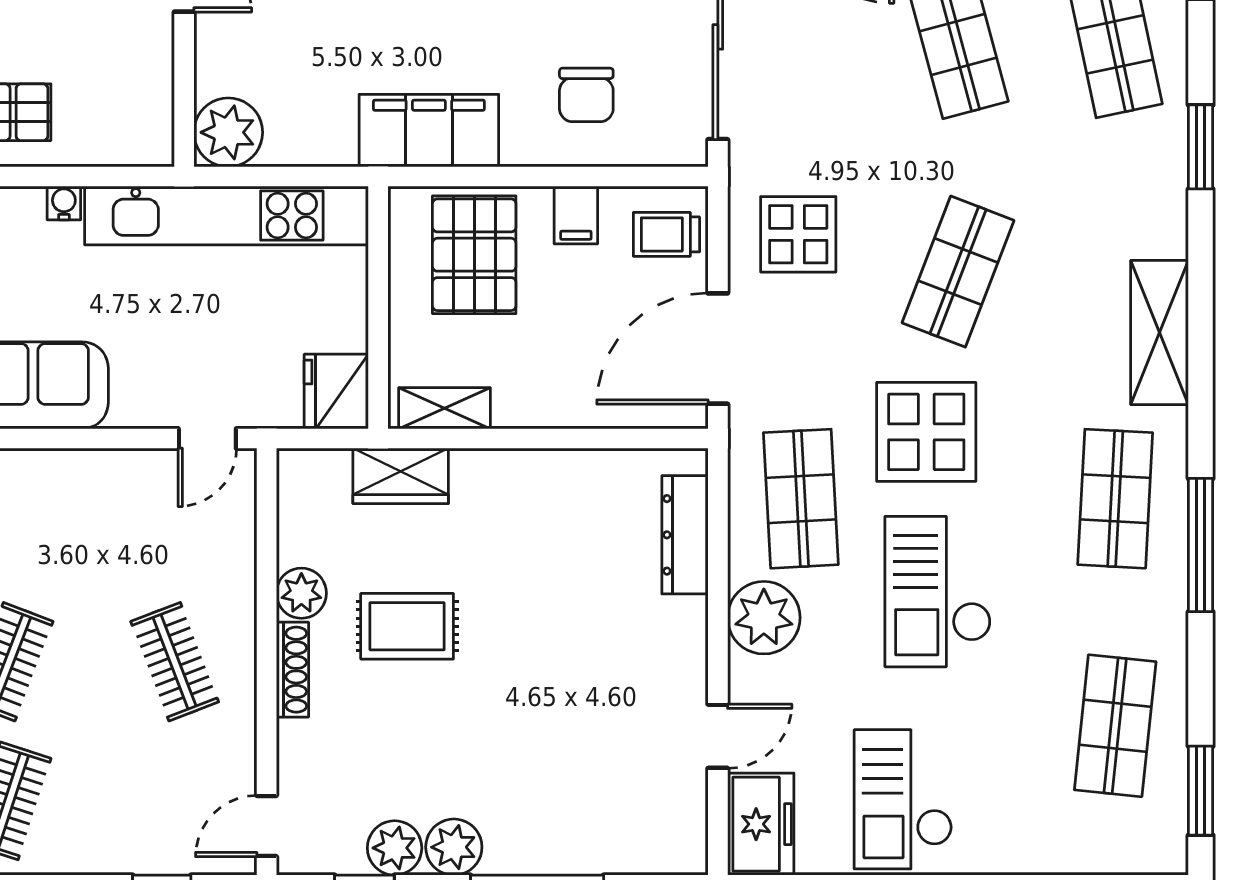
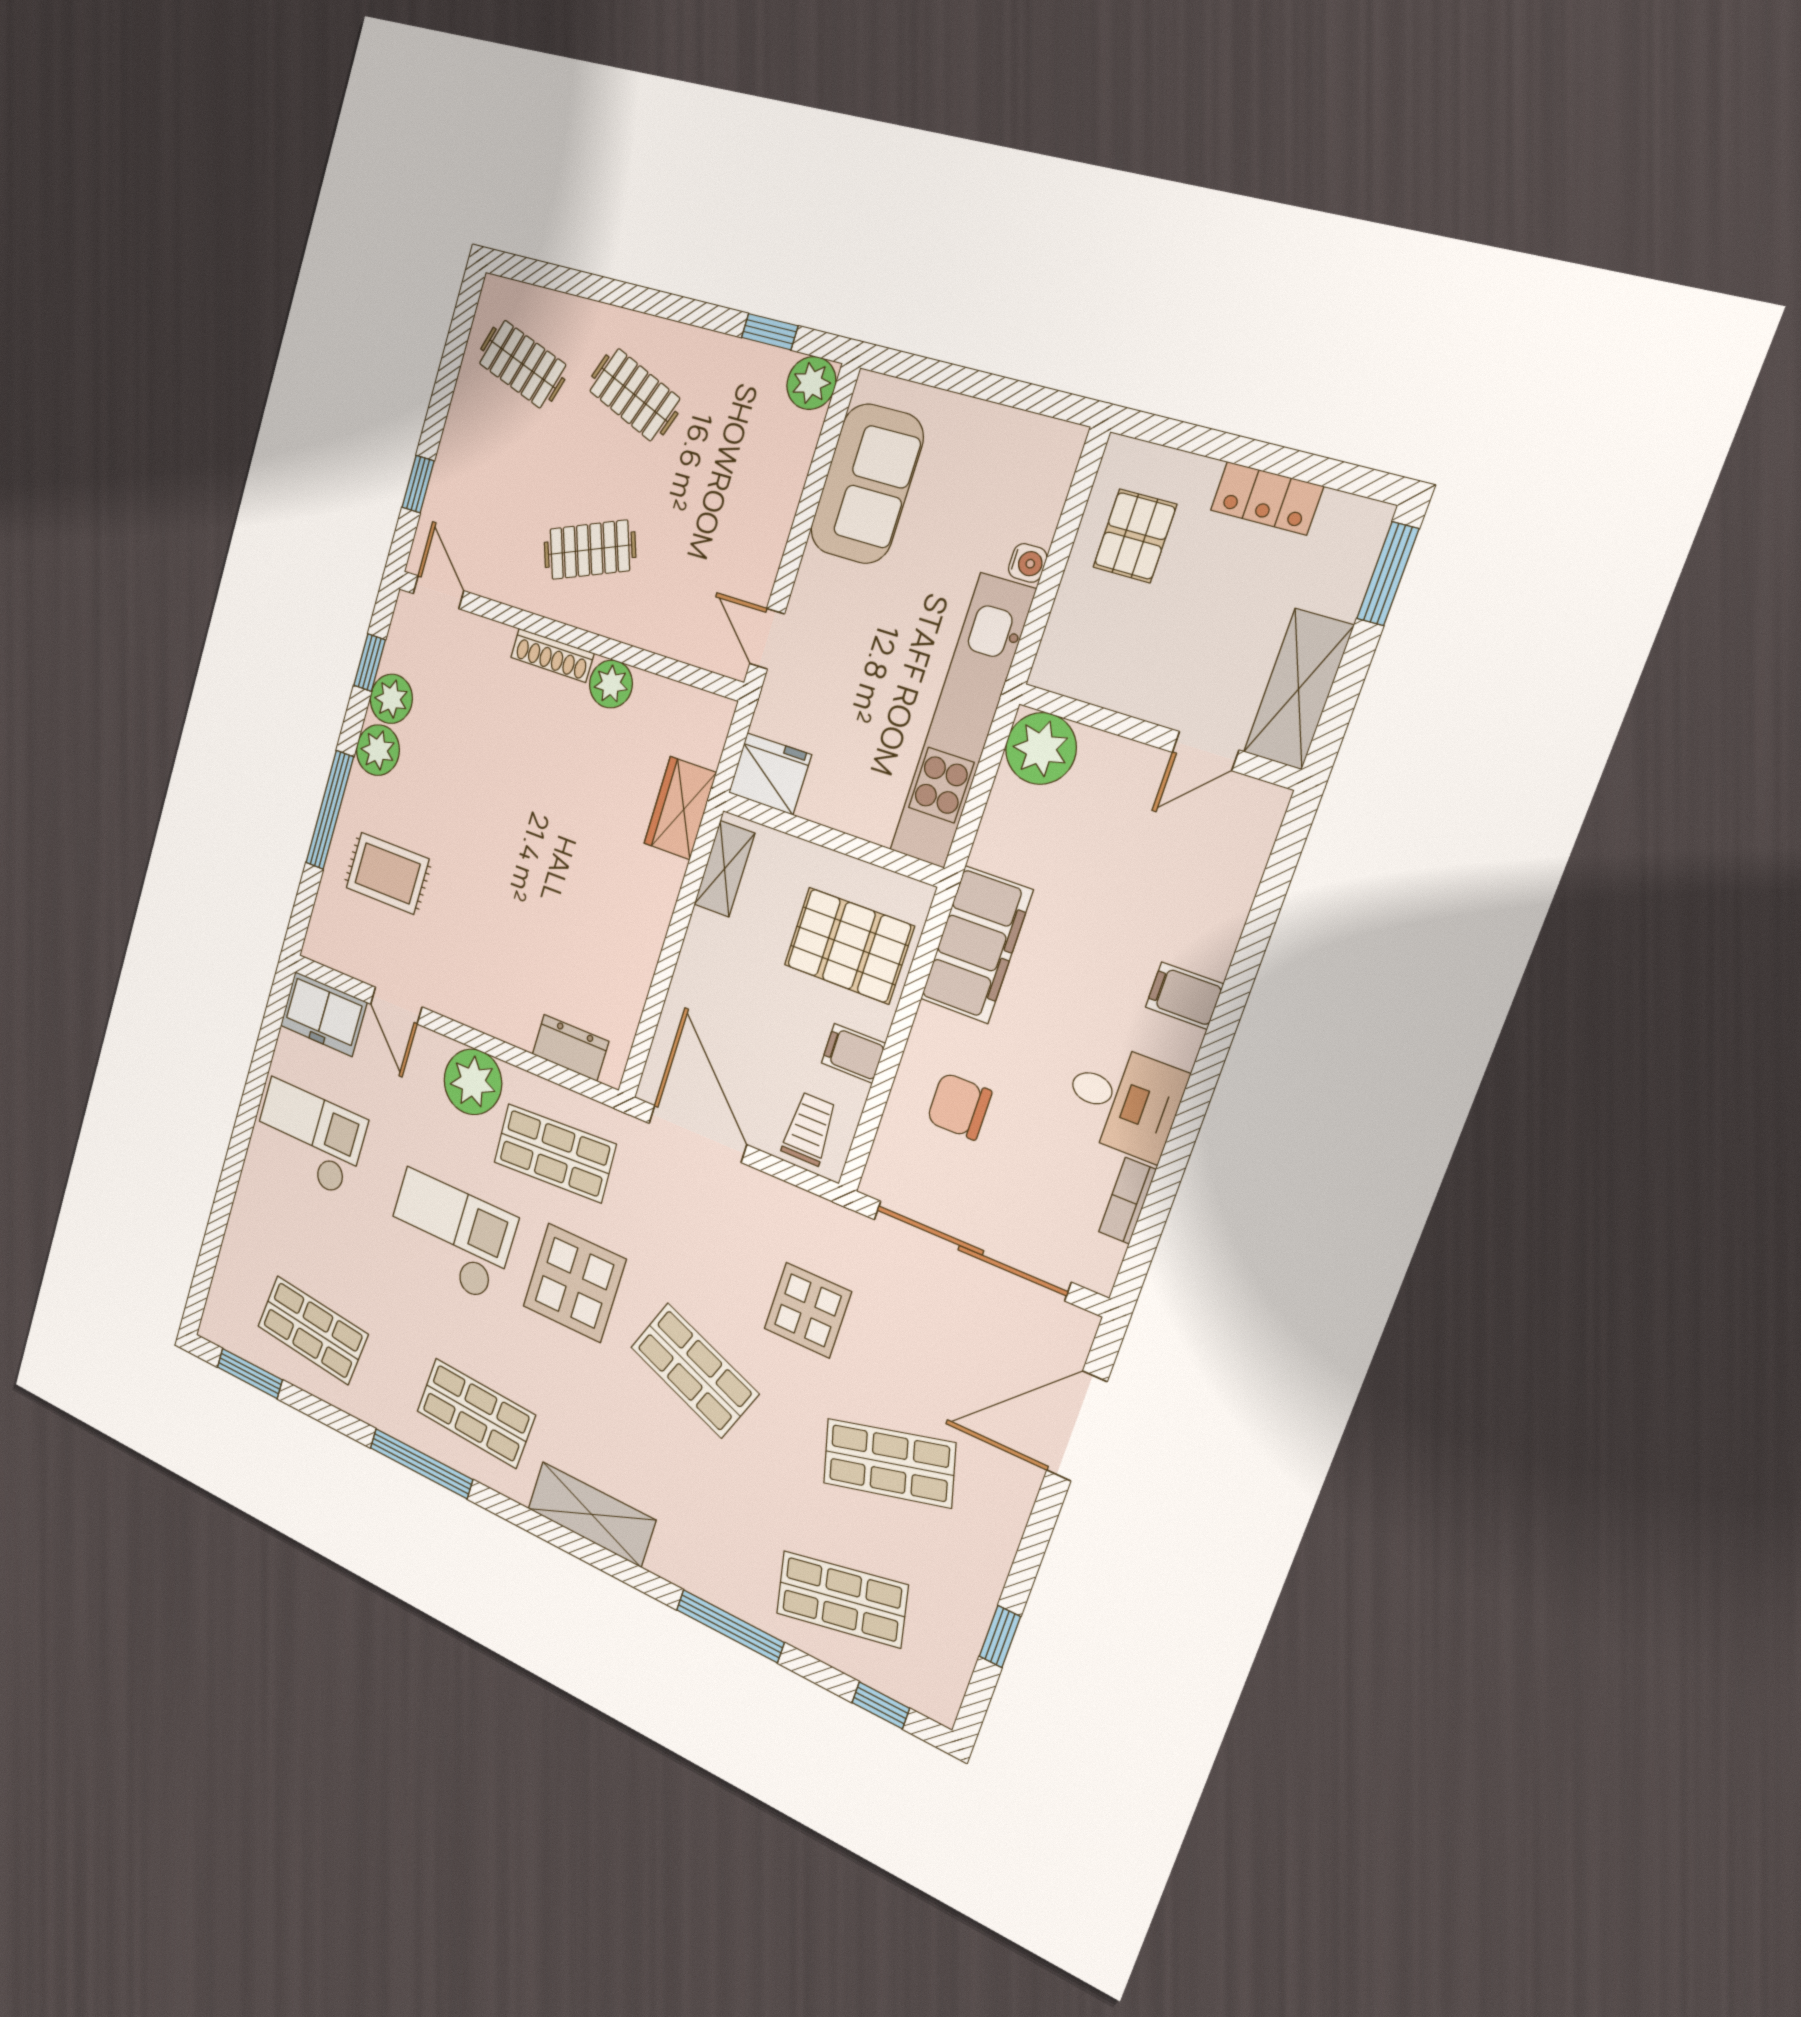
window: (1201, 147) -> (730, 1626), width x1.44
display table: (798, 234) -> (808, 1310), moved
dresser: (685, 535) -> (570, 1048), width x0.70
rug: (407, 626) -> (387, 873), moved, turned 90

